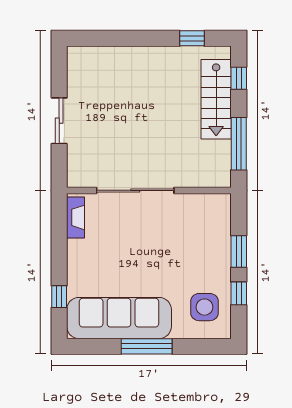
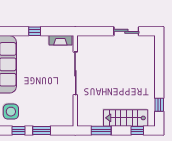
sliding door: (59, 121) -> (126, 31), moved
window: (239, 144) -> (101, 130), width x0.69
window: (59, 297) -> (35, 31), moved

